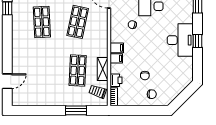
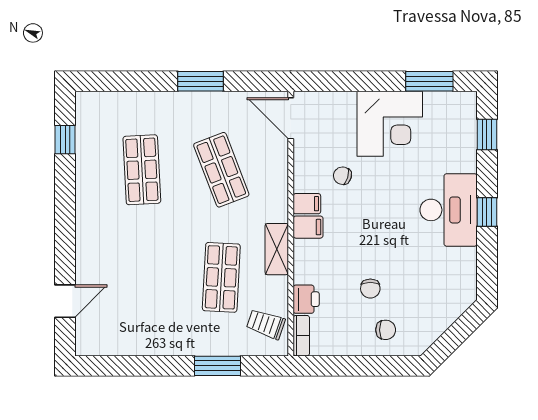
shop shelf: (78, 22) -> (221, 170), turned -33
filing cabinet: (116, 58) -> (307, 204), moved
shelving: (103, 69) -> (277, 249), moved

